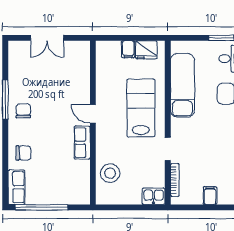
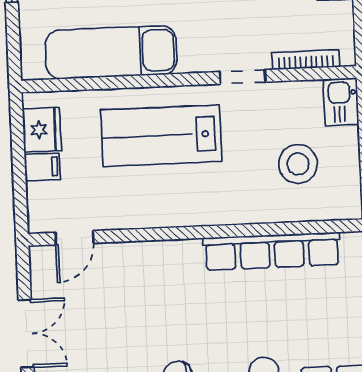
door: (93, 114) -> (74, 238), moved
row of seats: (82, 143) -> (272, 251), width x2.02
stool: (110, 173) -> (298, 164), moved

